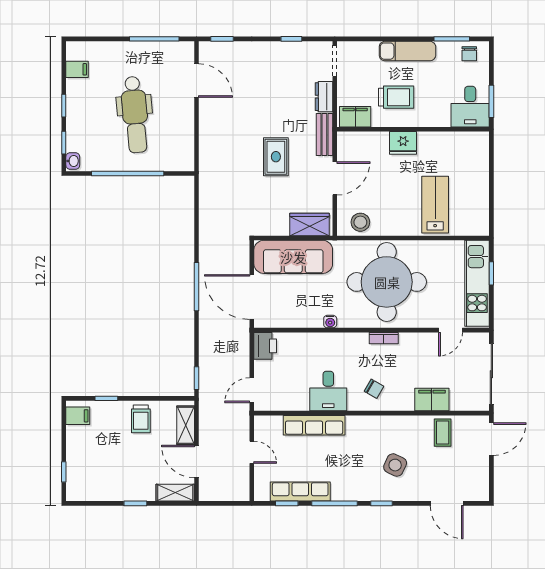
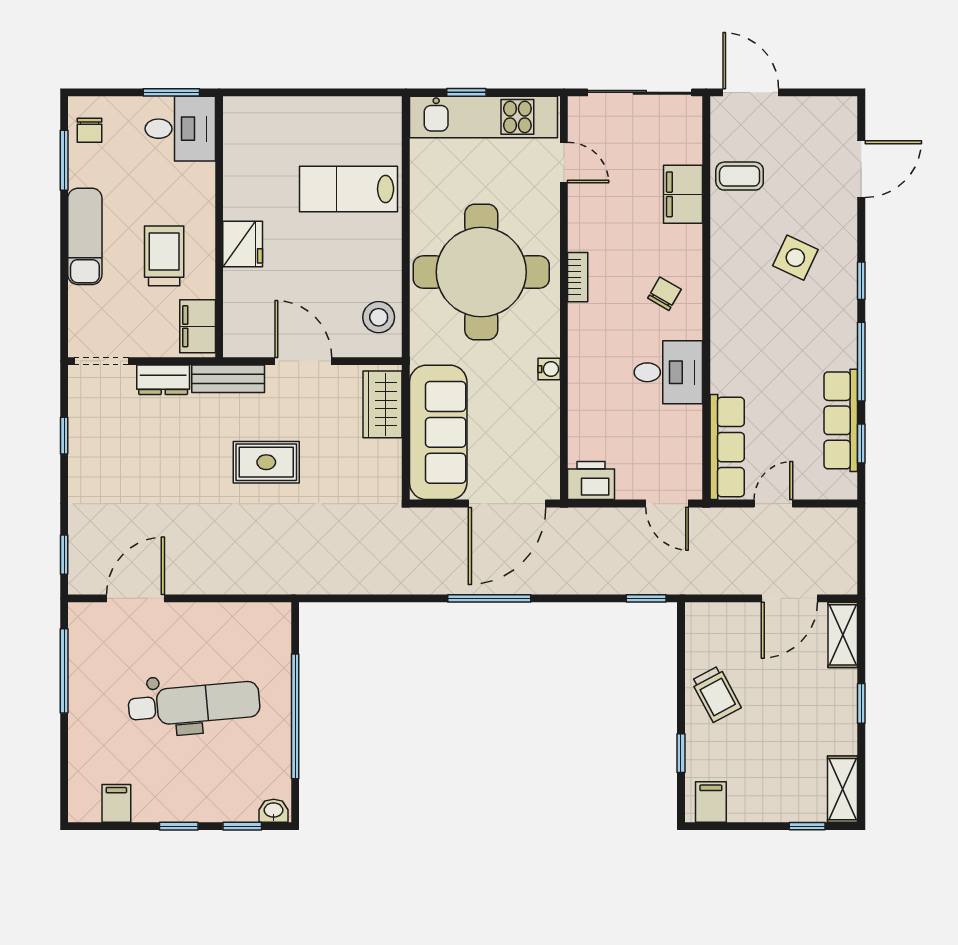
chair: (469, 54) -> (90, 130), turned 90
trolley: (141, 419) -> (716, 694), turned 62
shelving: (186, 425) -> (842, 789), moved, turned 90
row of seats: (314, 425) -> (727, 447), moved

